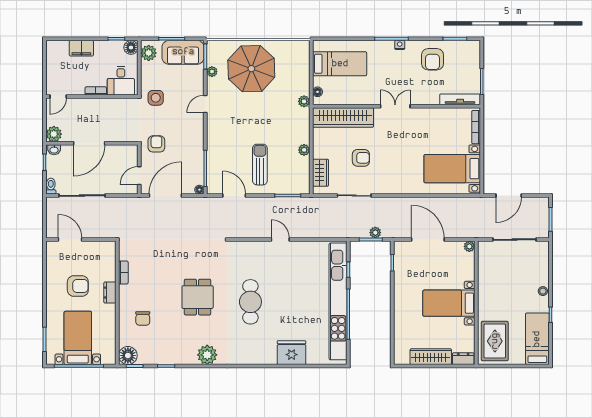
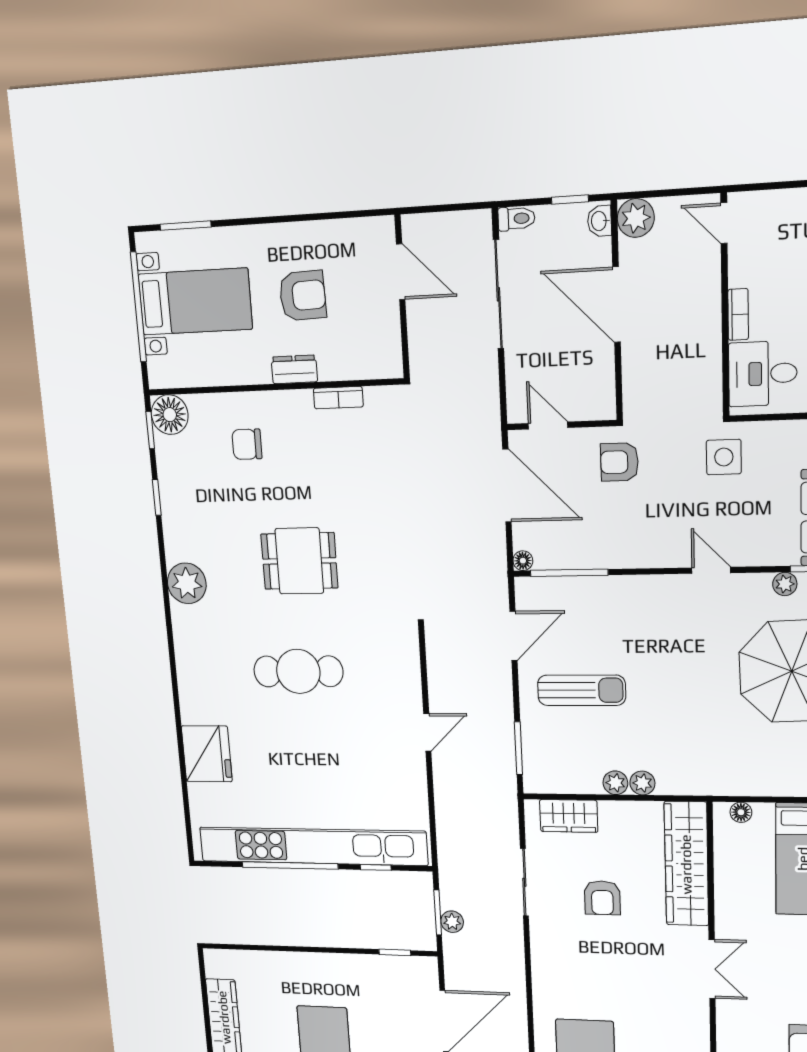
plant: (304, 101) -> (642, 783), moved
armchair: (156, 144) -> (619, 462), turned 180
door: (70, 240) -> (401, 272), hinge flipped
armchair: (78, 286) -> (303, 296), turned -92

